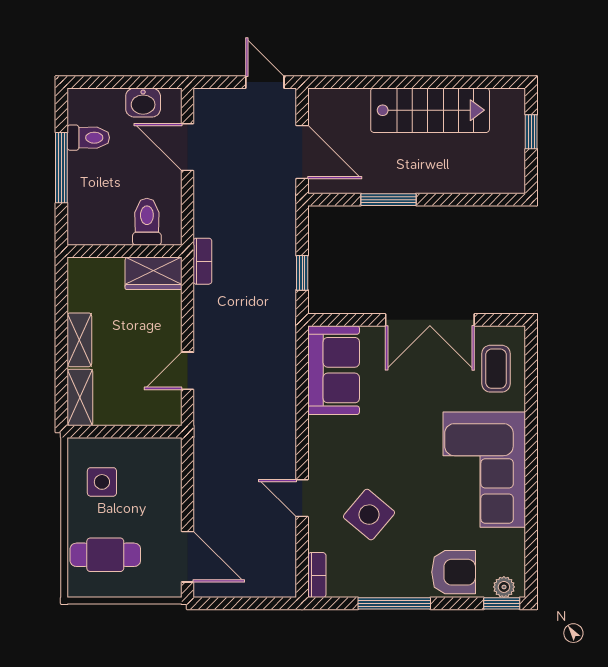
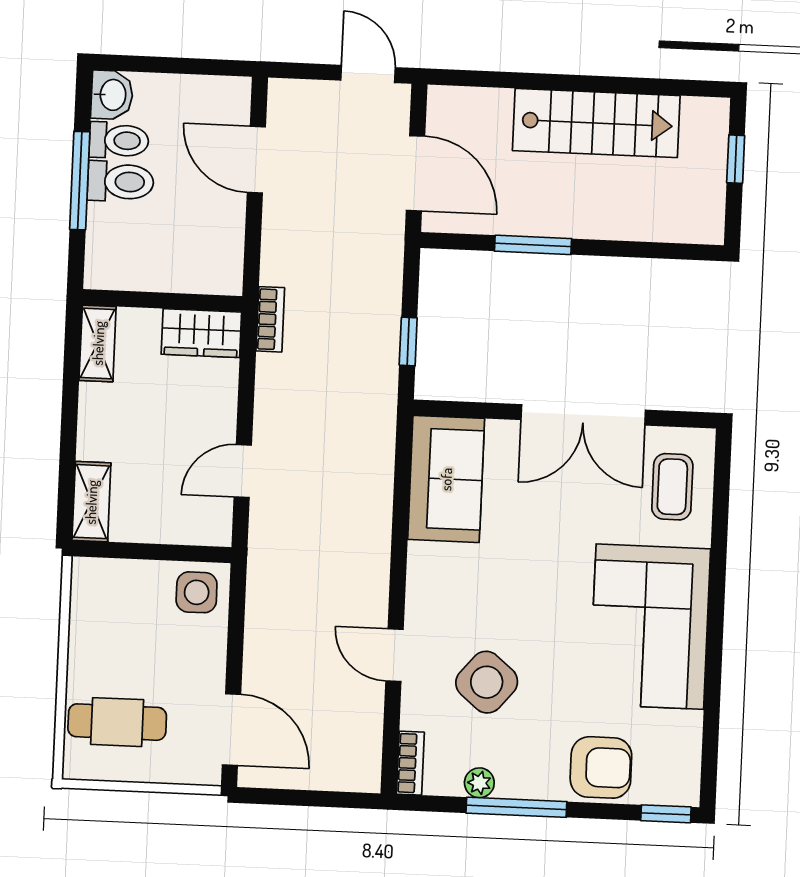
washbasin: (143, 103) -> (112, 95), moved, turned -90
toilet: (147, 222) -> (121, 182), moved, turned 90
shelving: (79, 340) -> (98, 343), moved
side table: (102, 482) -> (197, 592), moved
plant: (504, 587) -> (479, 783), moved

